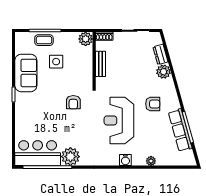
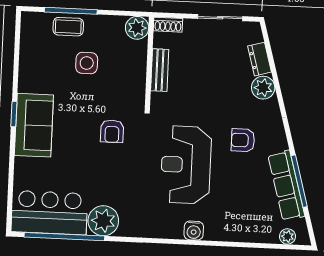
sofa: (26, 73) -> (34, 125), moved
armchair: (153, 104) -> (243, 140), turned 180
plant: (151, 161) -> (287, 236), moved

